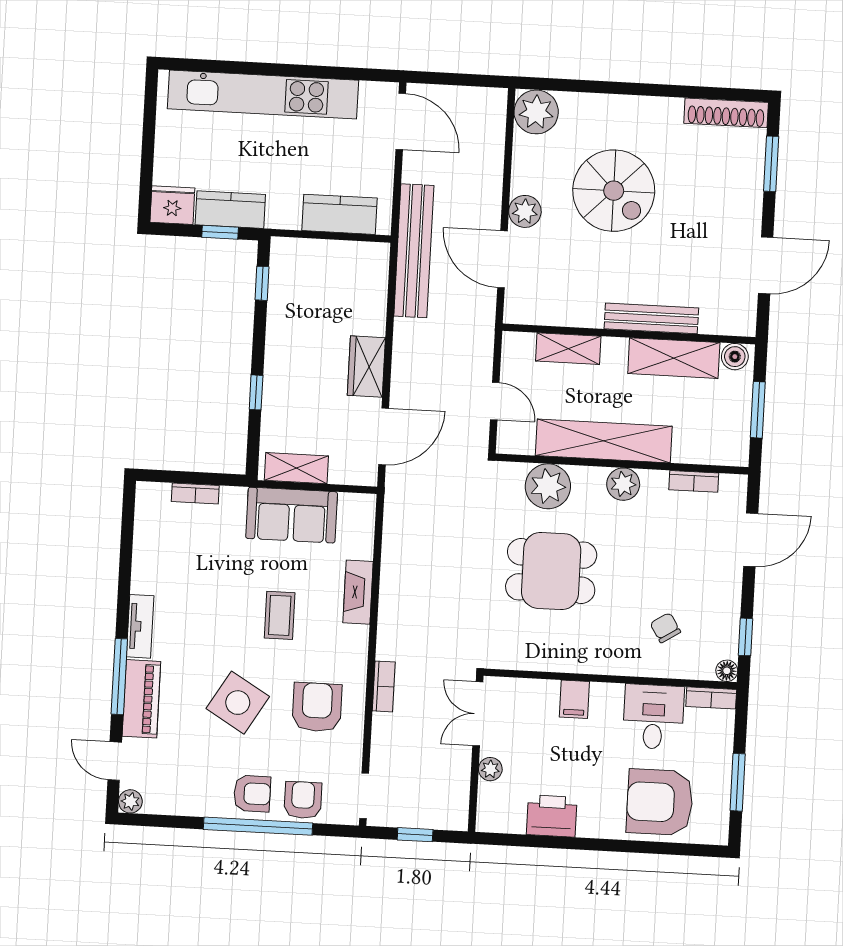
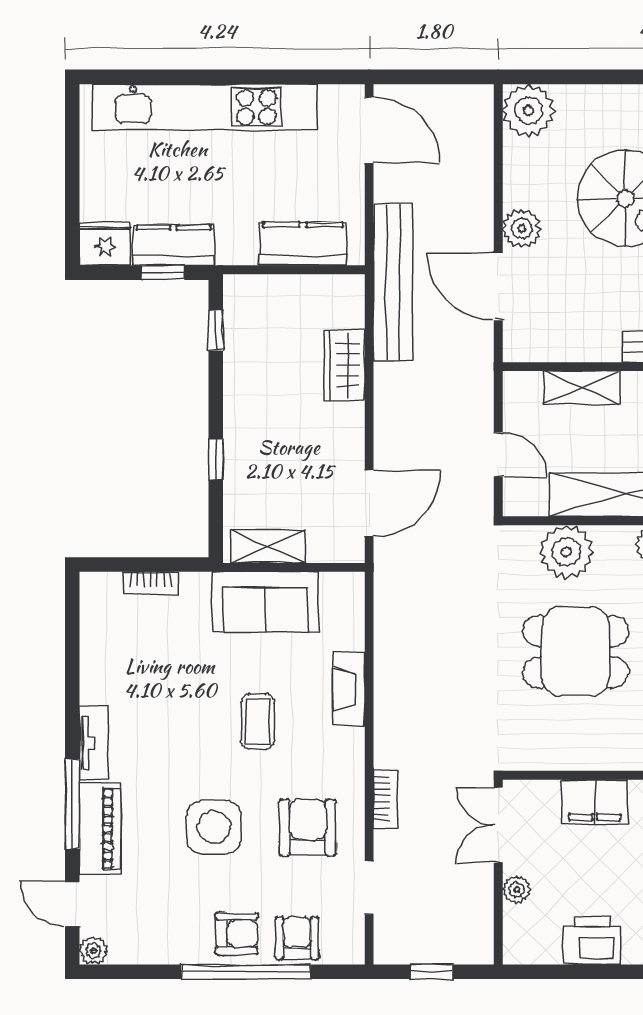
wardrobe: (366, 367) -> (344, 365), moved
filing cabinet: (574, 699) -> (595, 802), width x2.00
side table: (238, 703) -> (214, 827), turned -31
doorway: (364, 796) -> (369, 888), moved

